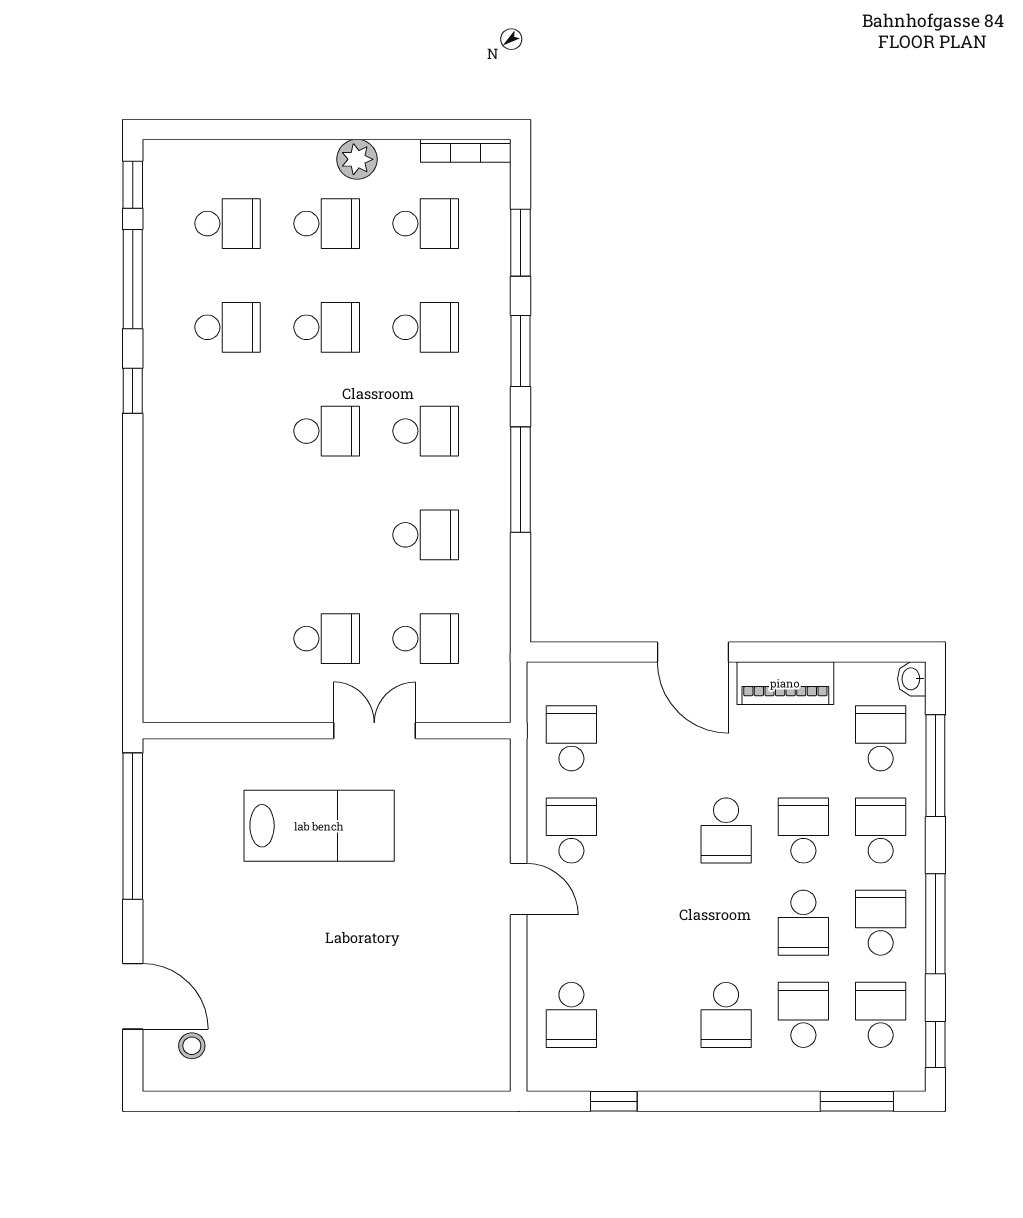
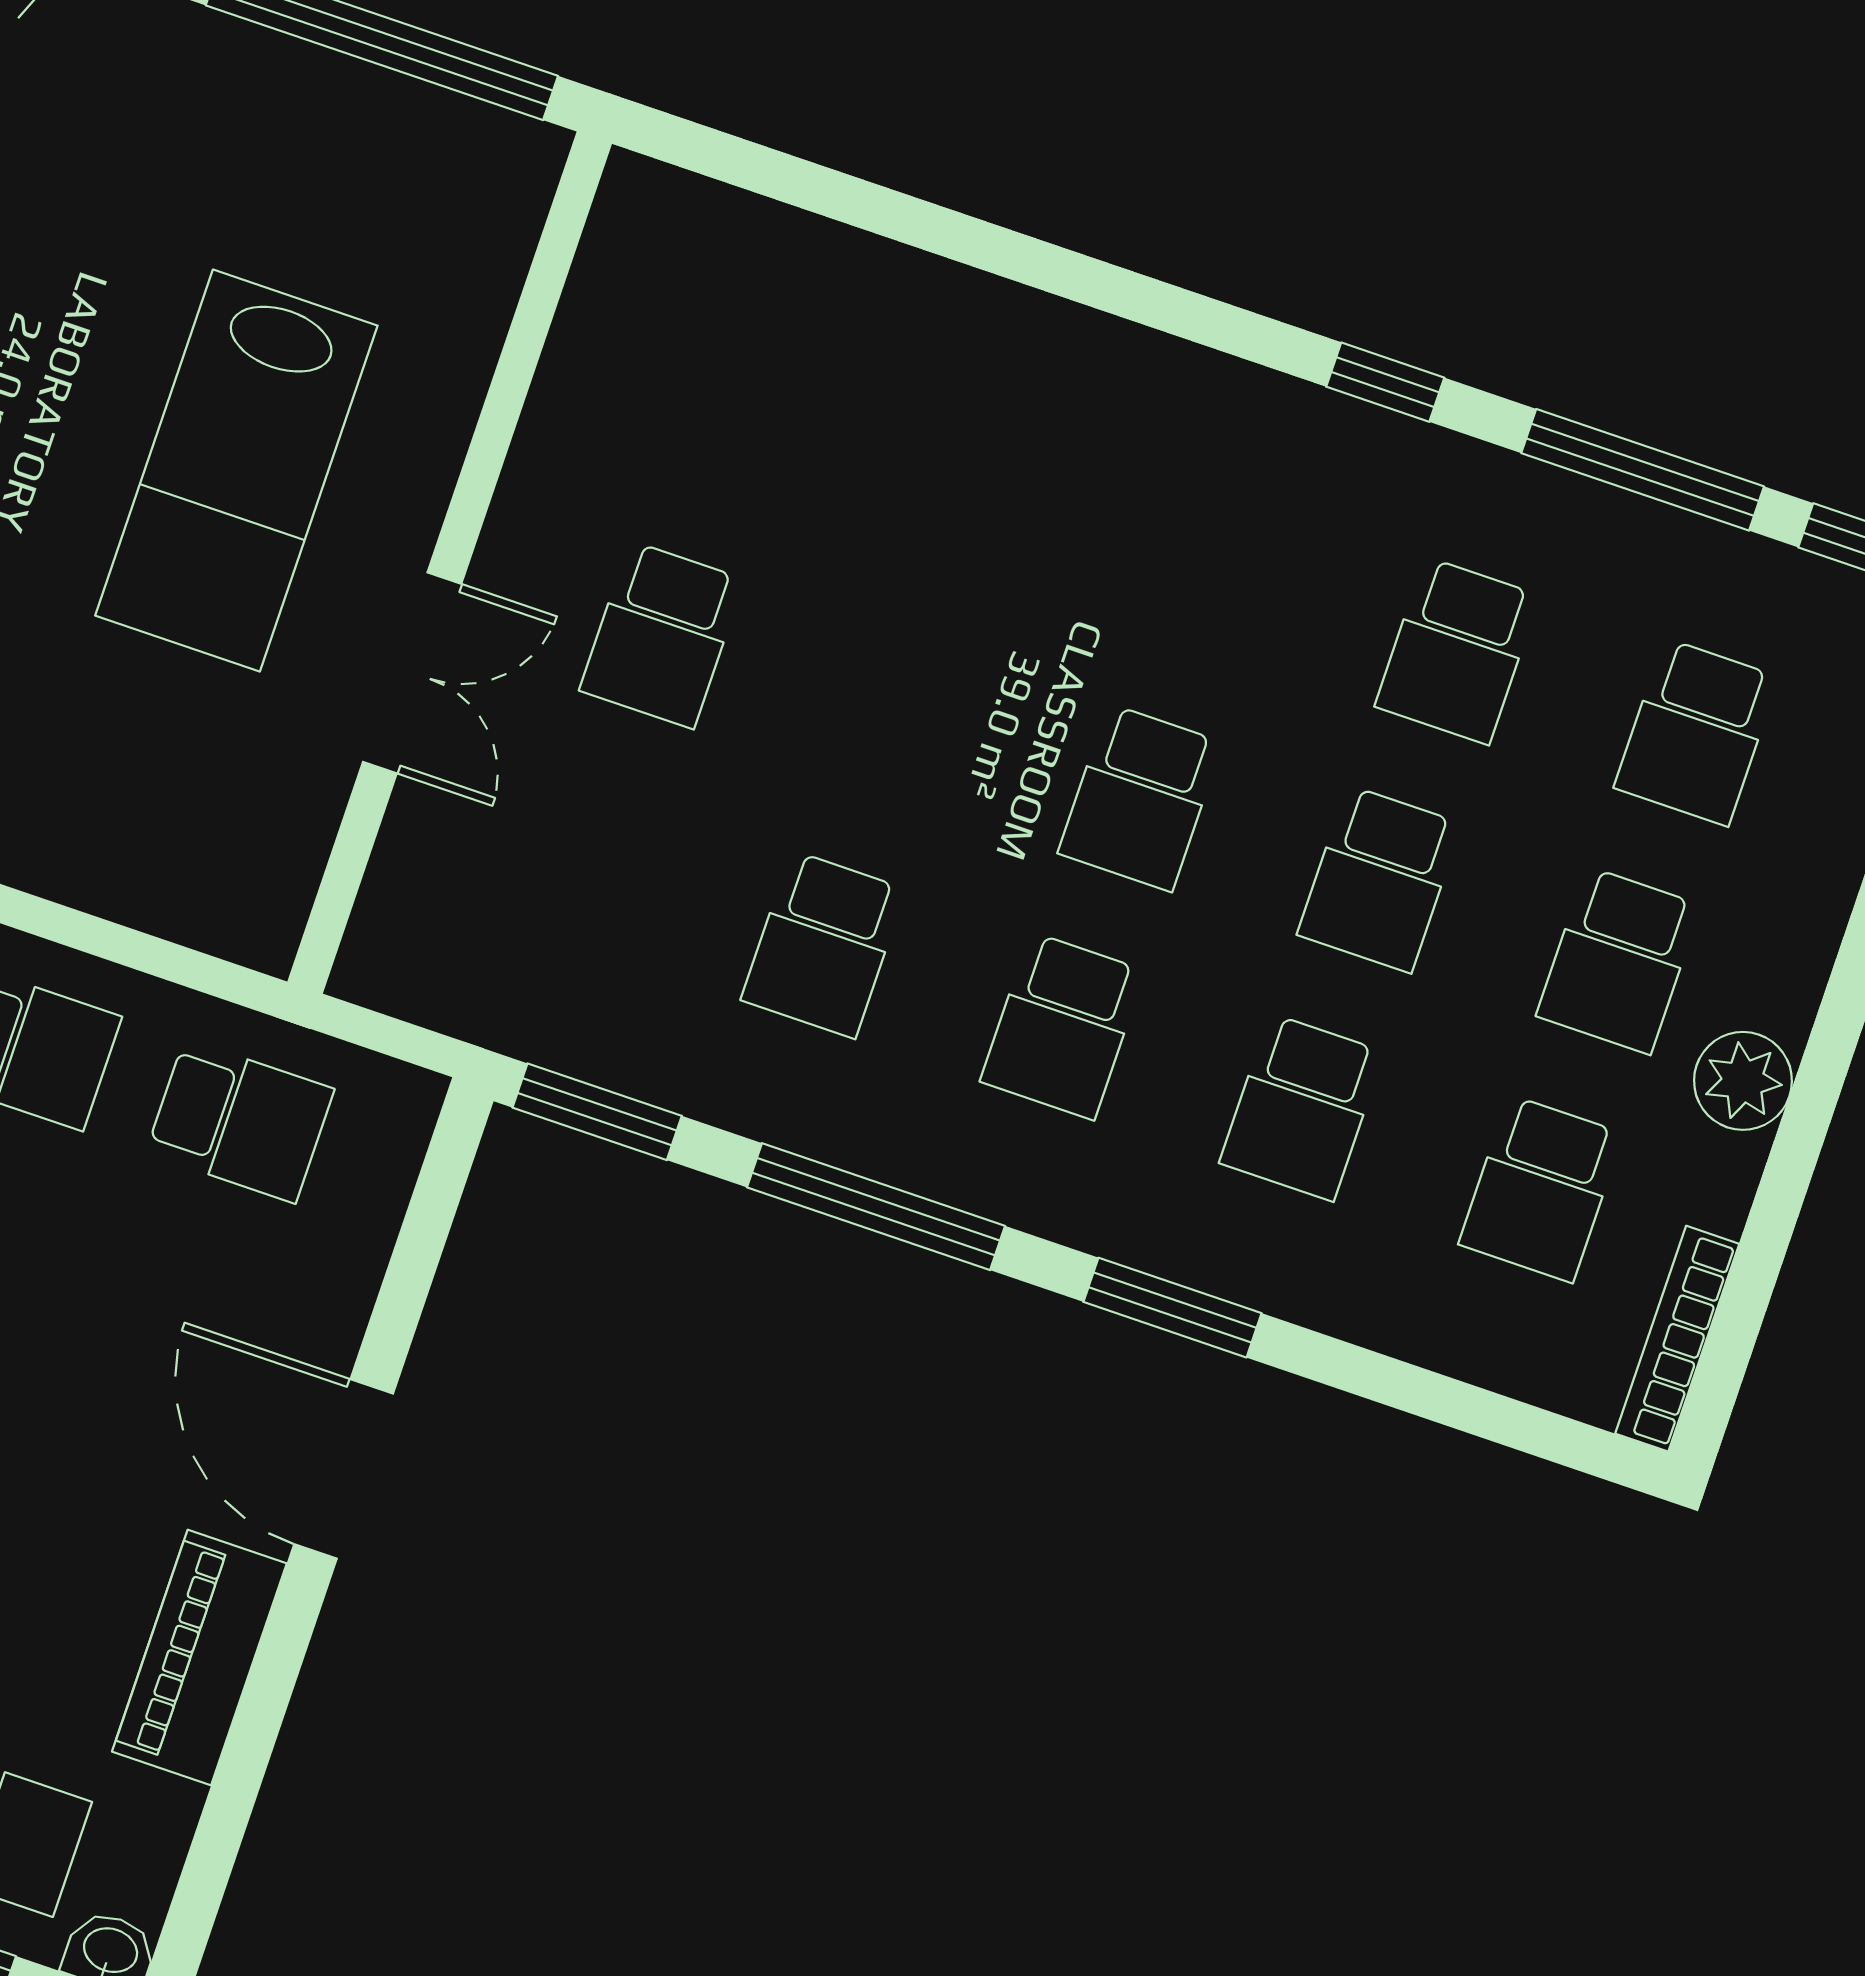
window: (521, 243) -> (597, 1112), moved
school desk: (426, 639) -> (584, 863), removed
door: (693, 652) -> (344, 1469), hinge flipped

